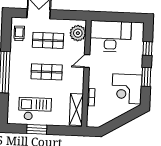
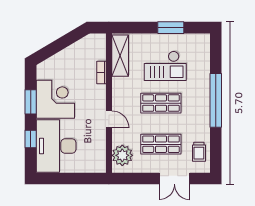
desk: (110, 36) -> (56, 146), moved, turned 90
door: (87, 61) -> (109, 119), hinge flipped
corner desk: (127, 89) -> (55, 99), moved
checkout: (35, 109) -> (165, 66), moved

